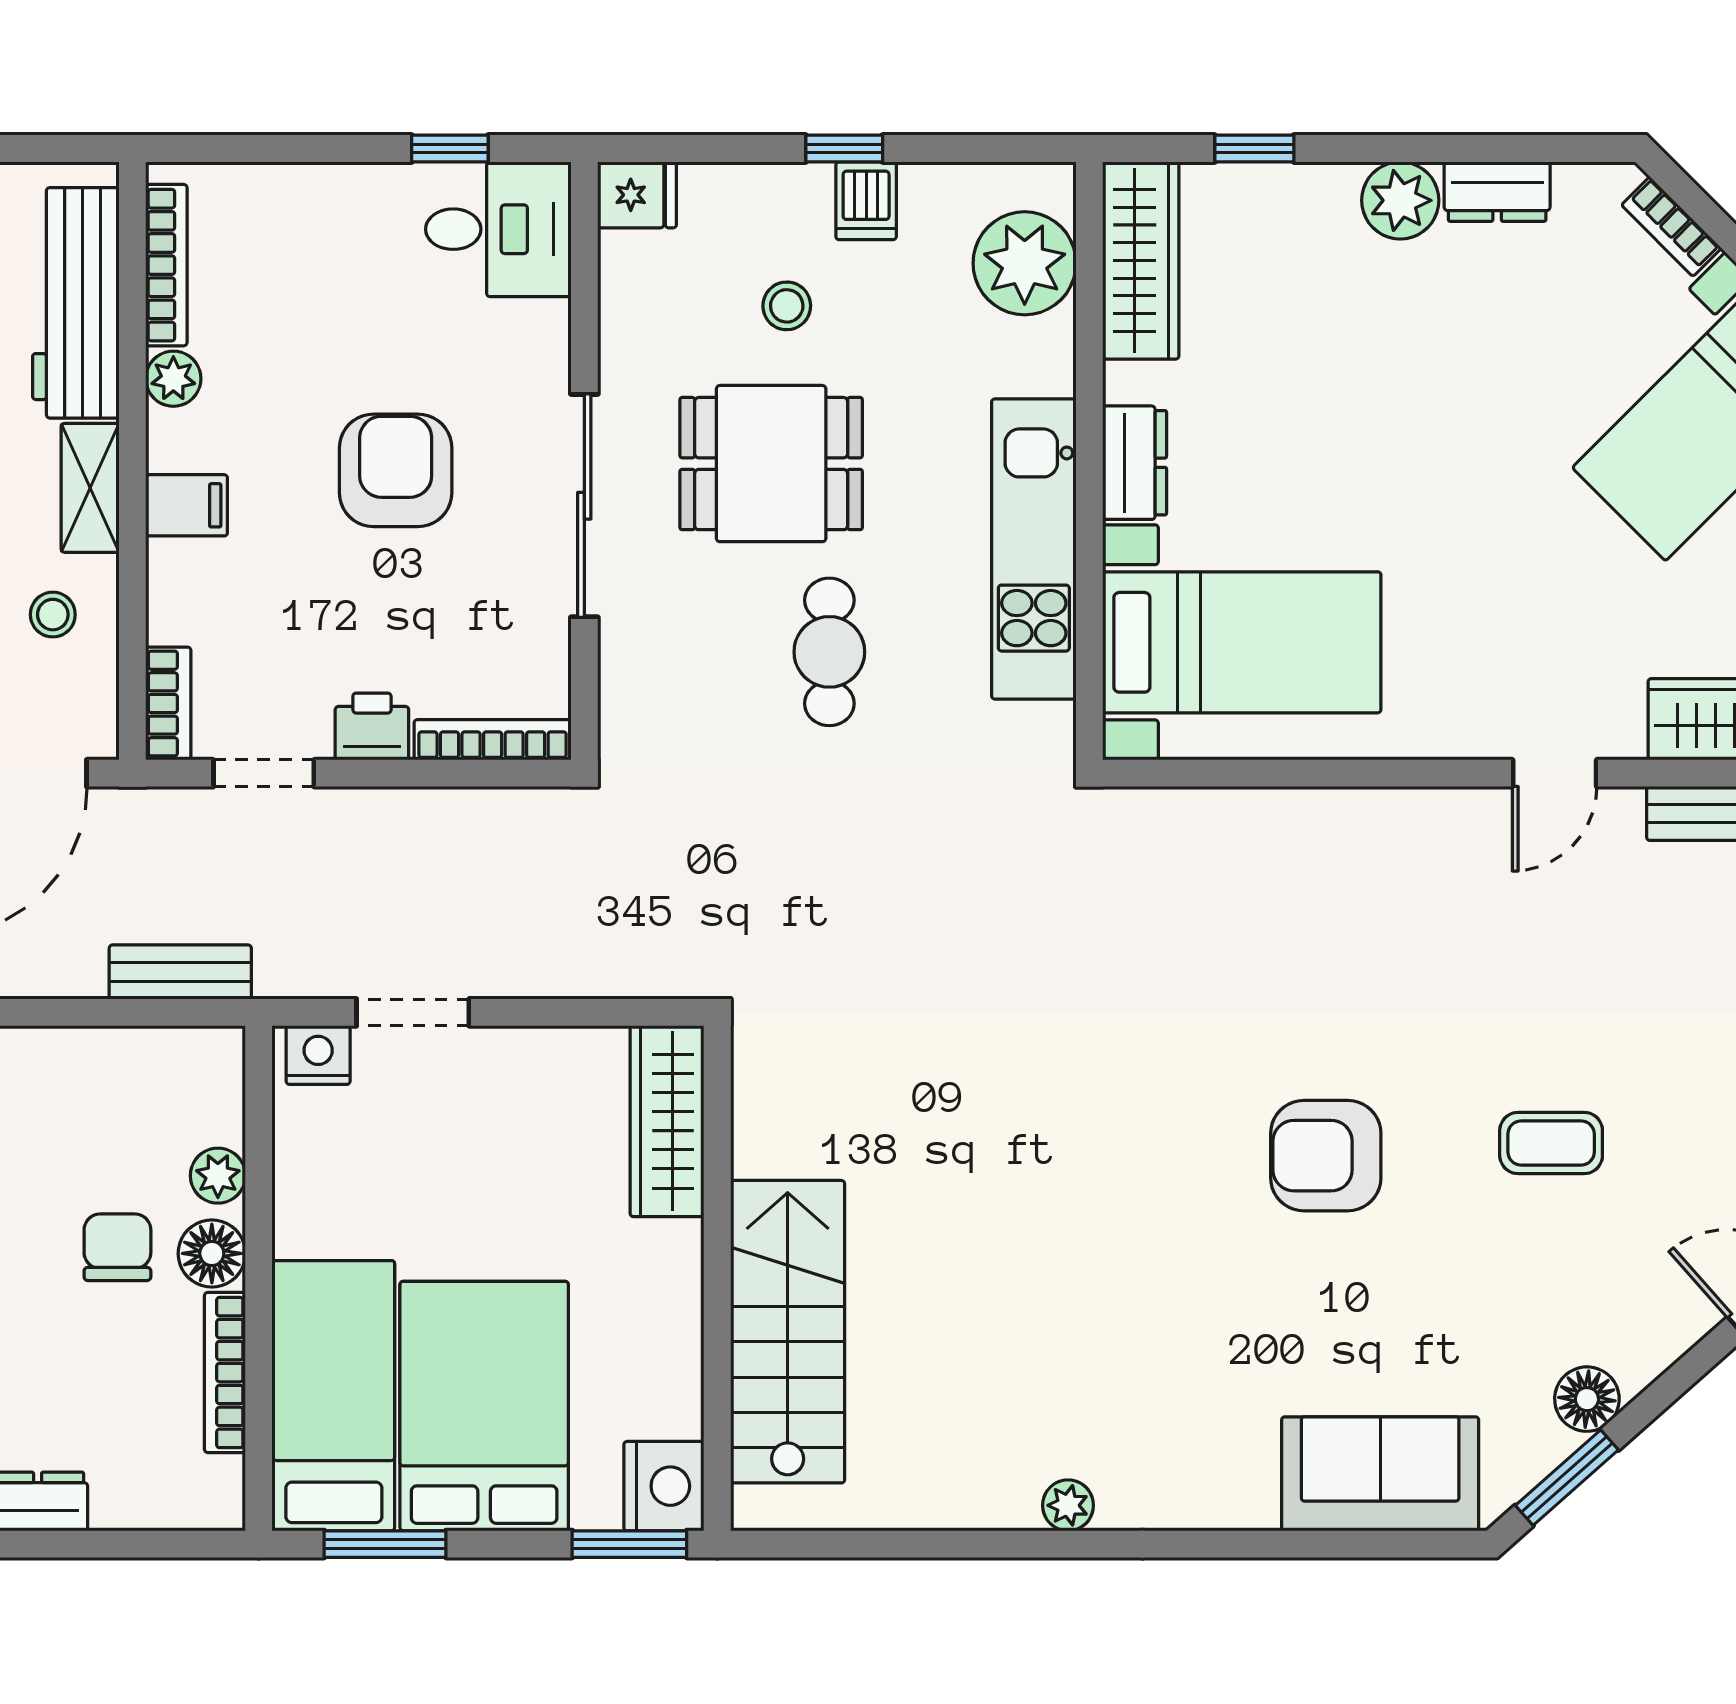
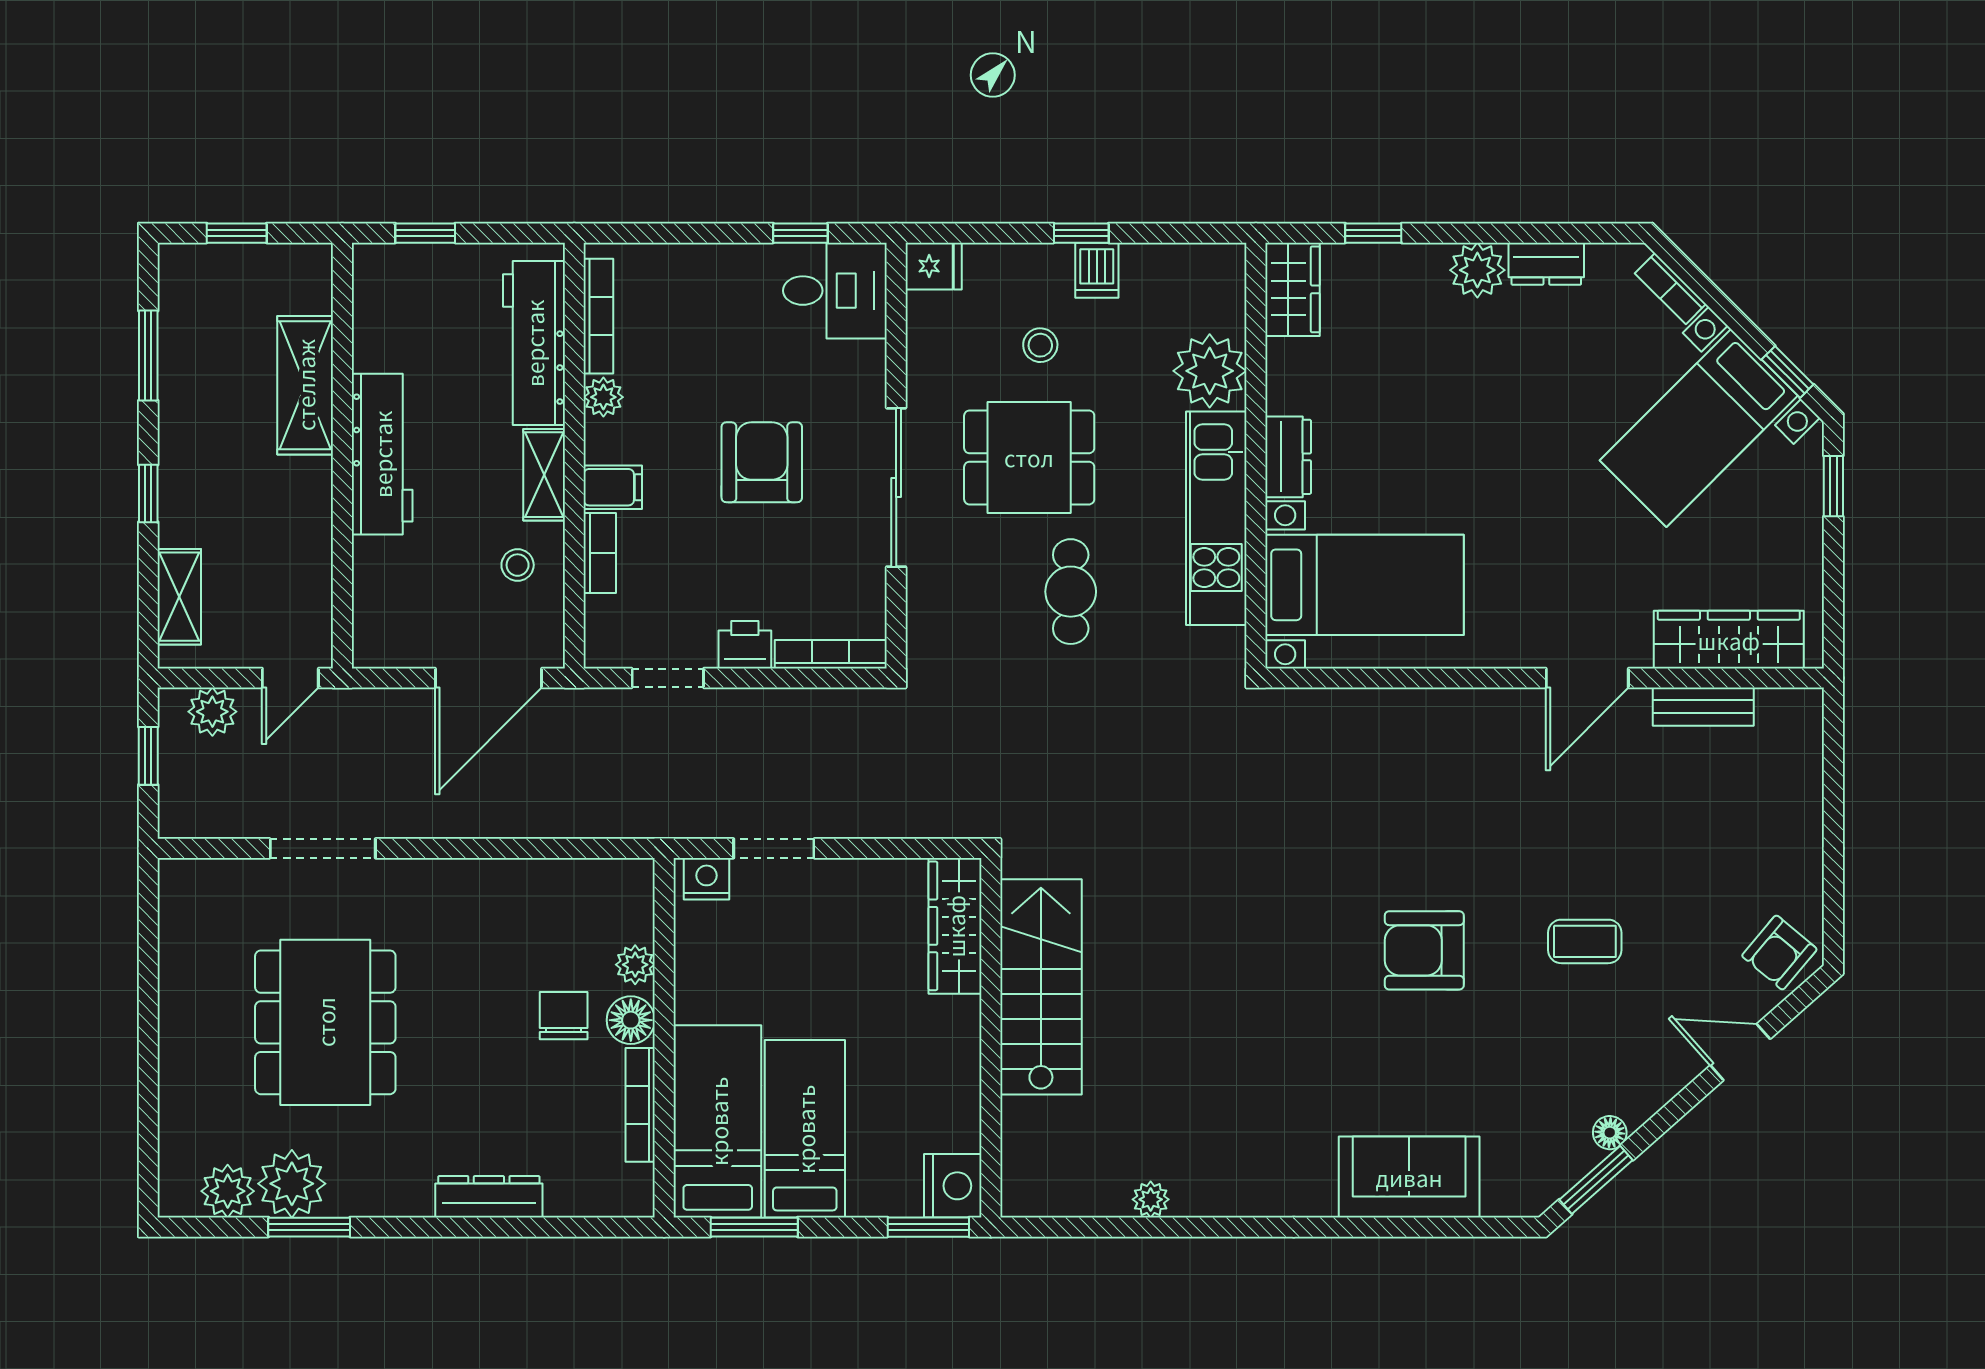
wardrobe: (1141, 260) -> (1293, 289), width x0.67
plant: (1025, 263) -> (1210, 371), moved
bookcase: (168, 703) -> (600, 553), moved
door: (1555, 773) -> (1587, 678), width x1.38
bench: (180, 972) -> (608, 820), removed
stairs: (788, 1332) -> (1041, 987), moved
floor lamp: (1587, 1399) -> (1610, 1133), width x0.73, depth x0.73
bed: (484, 1406) -> (805, 1129), width x0.67
sofa: (1380, 1474) -> (1409, 1177), moved
plant: (1068, 1505) -> (1151, 1199), moved

